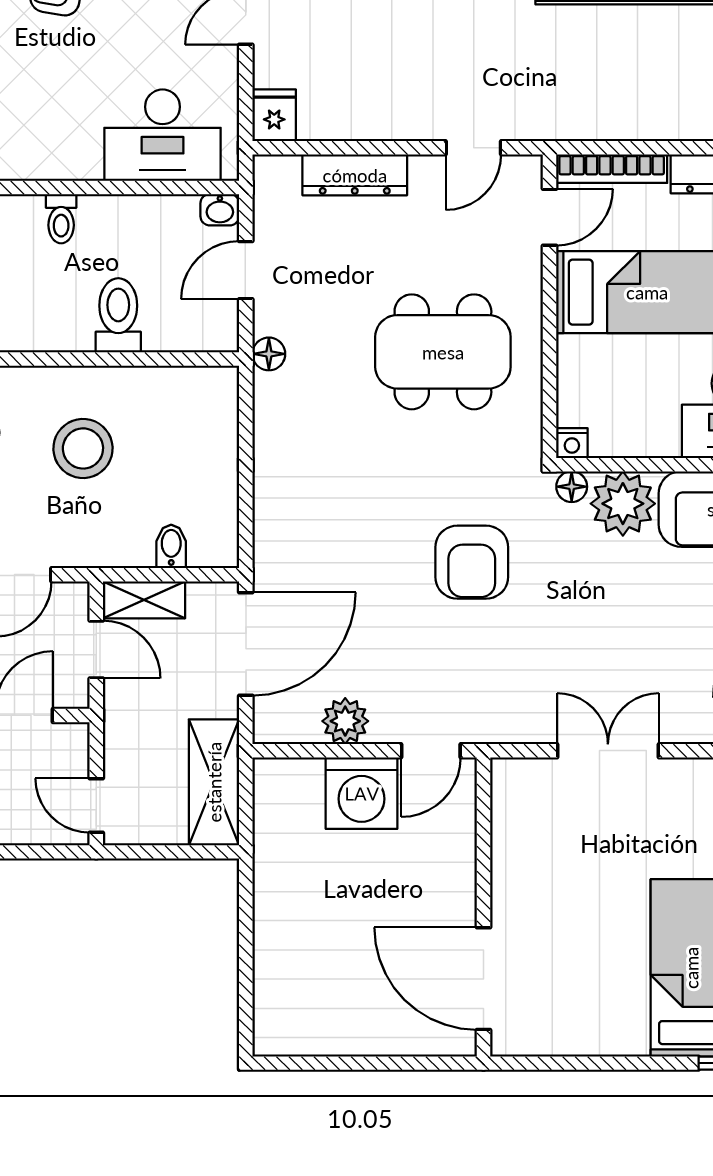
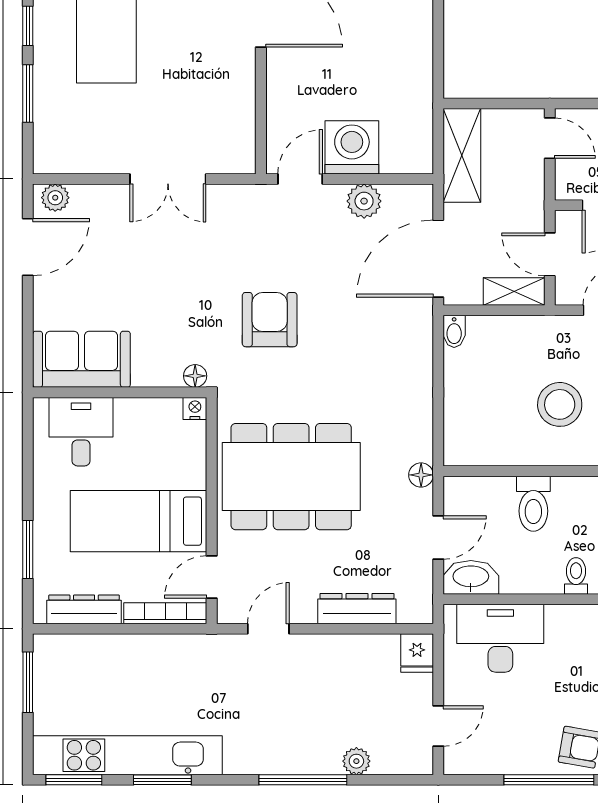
washbasin: (220, 210) -> (471, 577), width x1.91, depth x1.45
dining table: (443, 352) -> (291, 477), width x1.36, depth x1.24
plant: (623, 504) -> (157, 363), removed
bidet: (171, 546) -> (454, 331), moved

